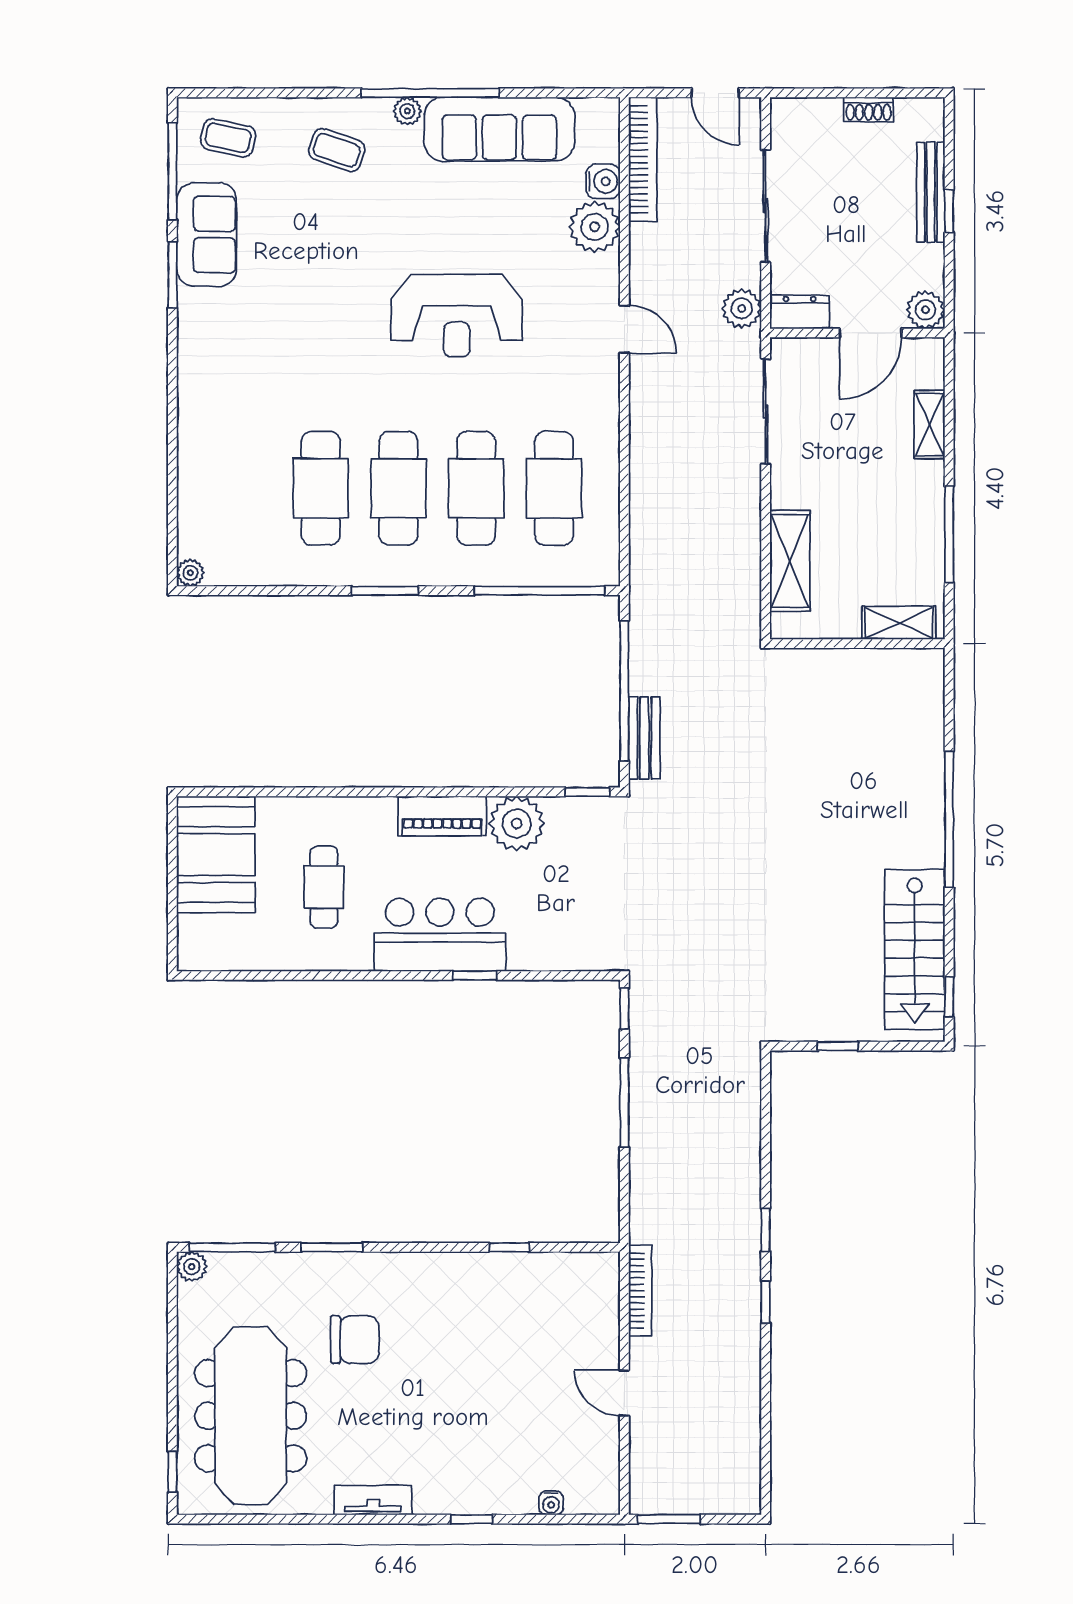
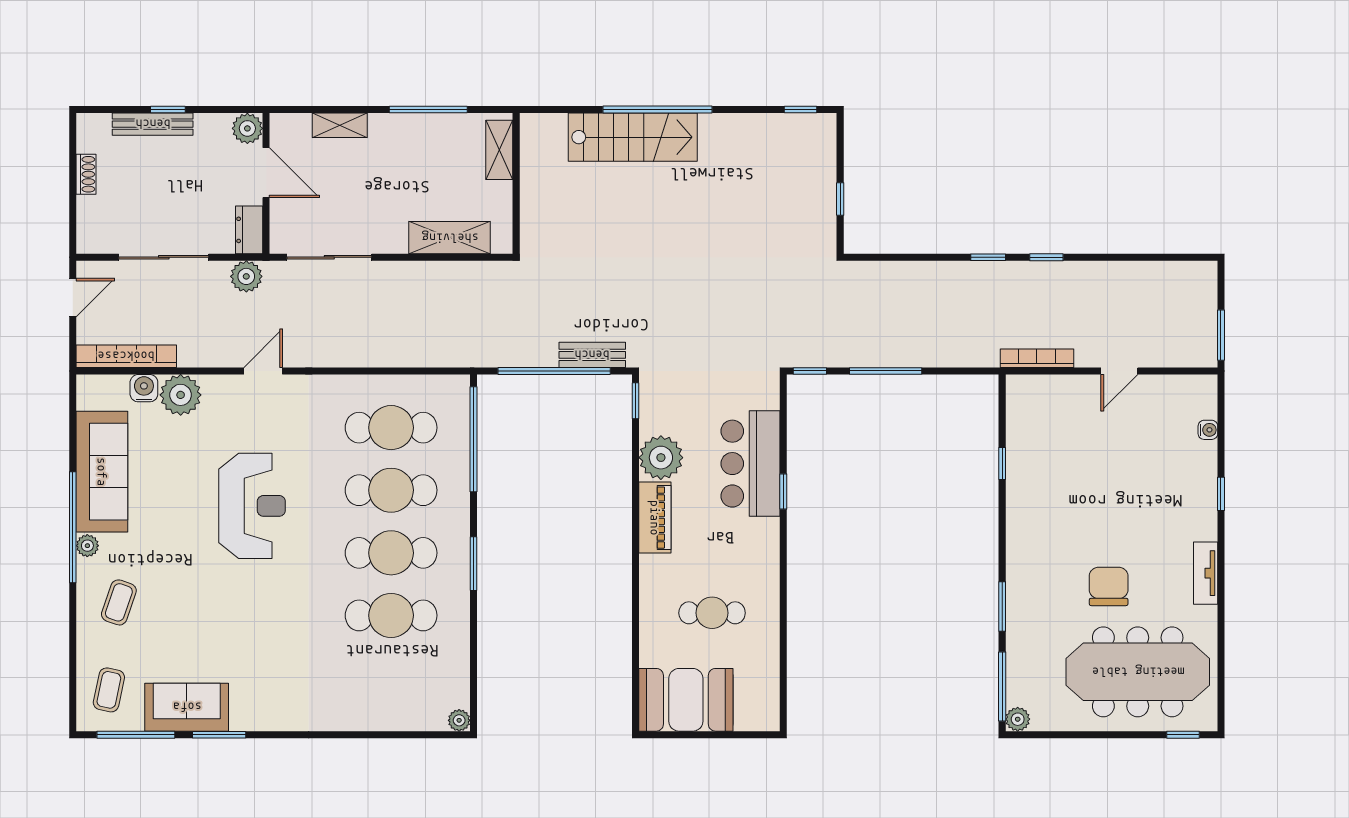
bar counter: (440, 935) -> (751, 464), moved
stairs: (915, 949) -> (633, 137), moved
chair: (355, 1339) -> (1109, 586), moved

